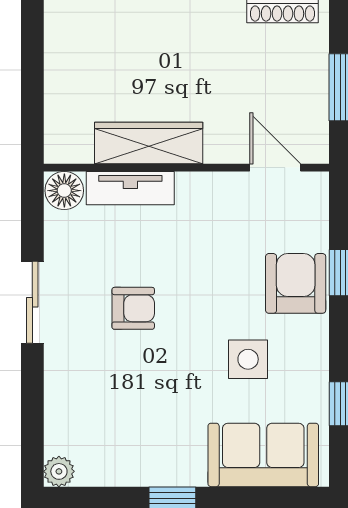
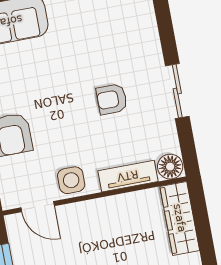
wardrobe: (149, 143) -> (180, 218), moved, turned 90
side table: (248, 359) -> (71, 180), moved

